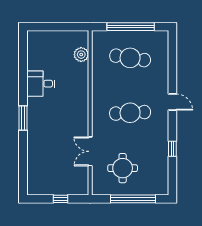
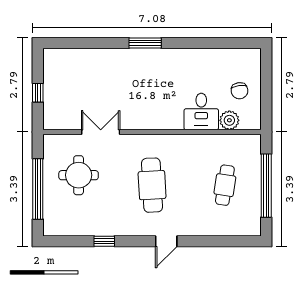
chair: (59, 47) -> (240, 91), added
cafe table: (130, 58) -> (225, 185), width x0.73, depth x0.74
desk: (41, 84) -> (201, 112), moved, turned 180

